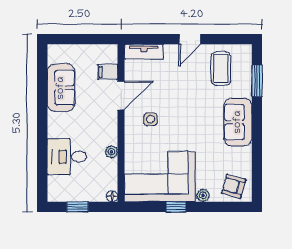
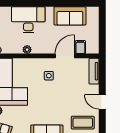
door: (121, 95) -> (65, 56), swing flipped
desk: (67, 157) -> (28, 20), width x1.37

